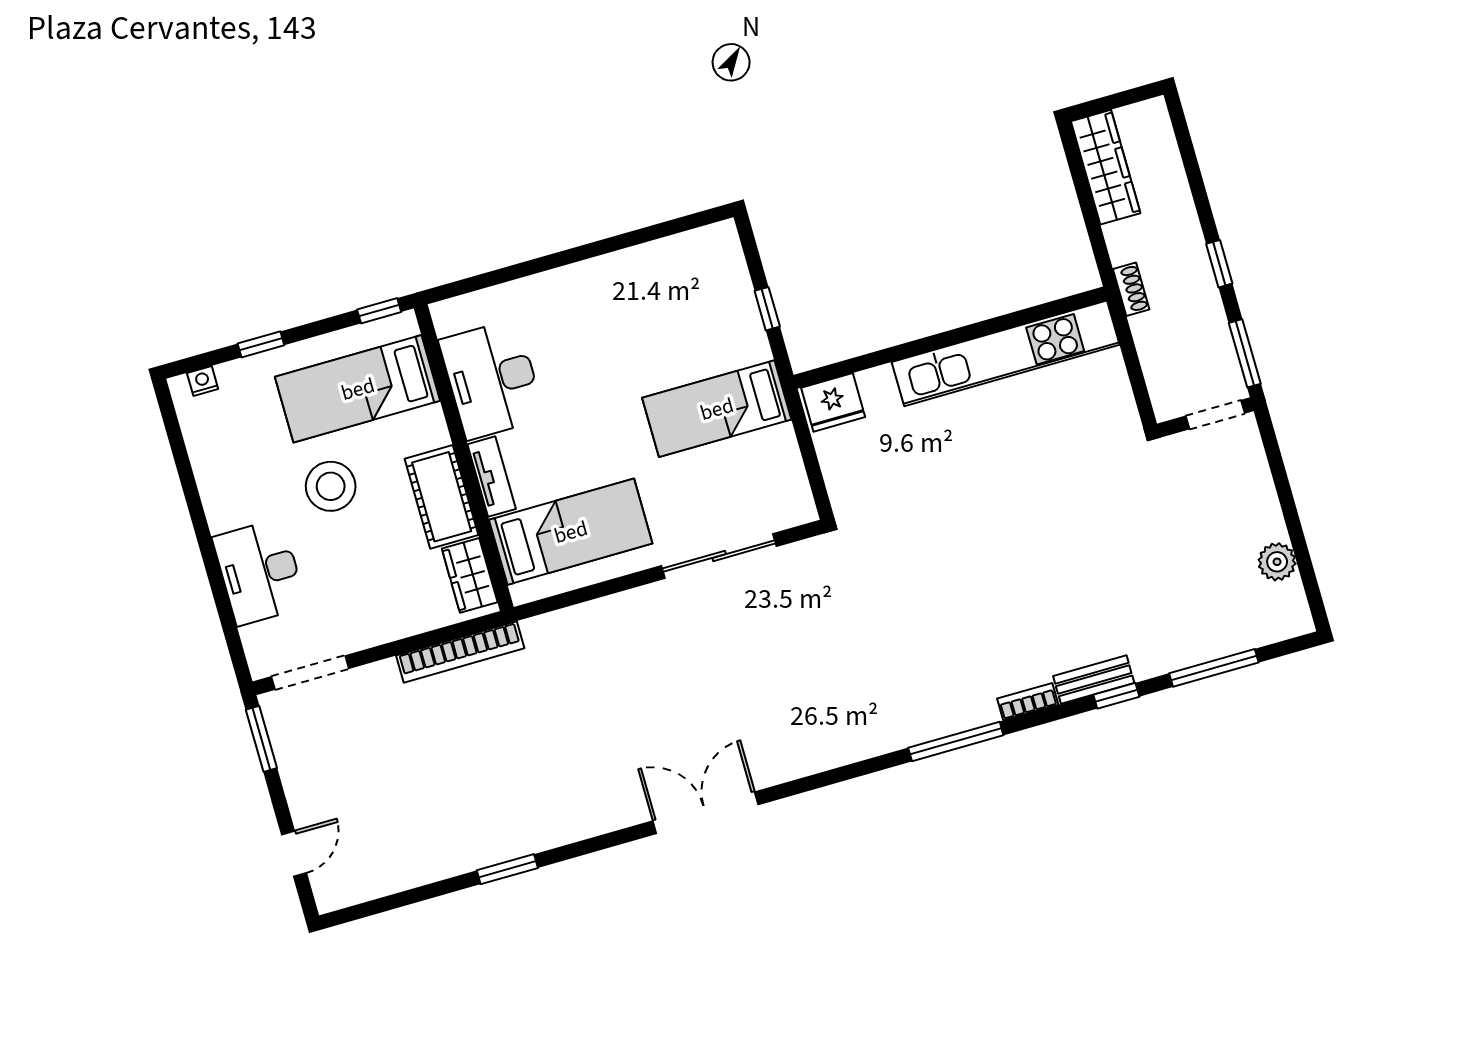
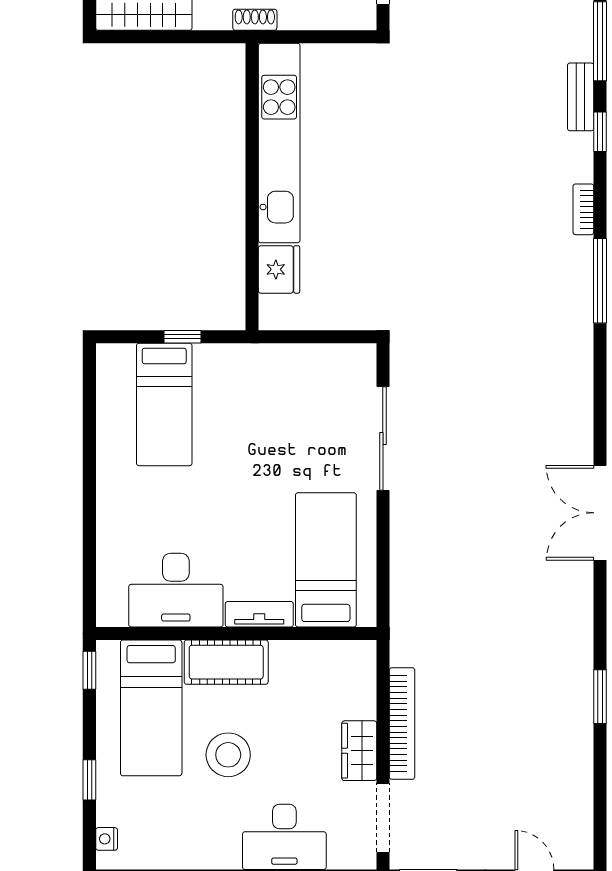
fridge: (833, 402) -> (279, 269), moved
bed: (717, 409) -> (164, 404), moved
cot: (442, 497) -> (226, 662), moved
wardrobe: (470, 575) -> (359, 751), moved, turned 90
bookcase: (460, 652) -> (402, 724), moved
bench: (1094, 680) -> (581, 97), moved

